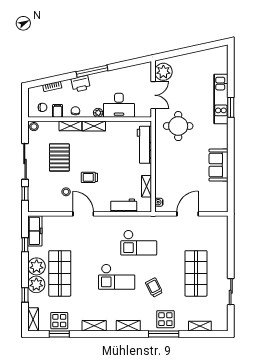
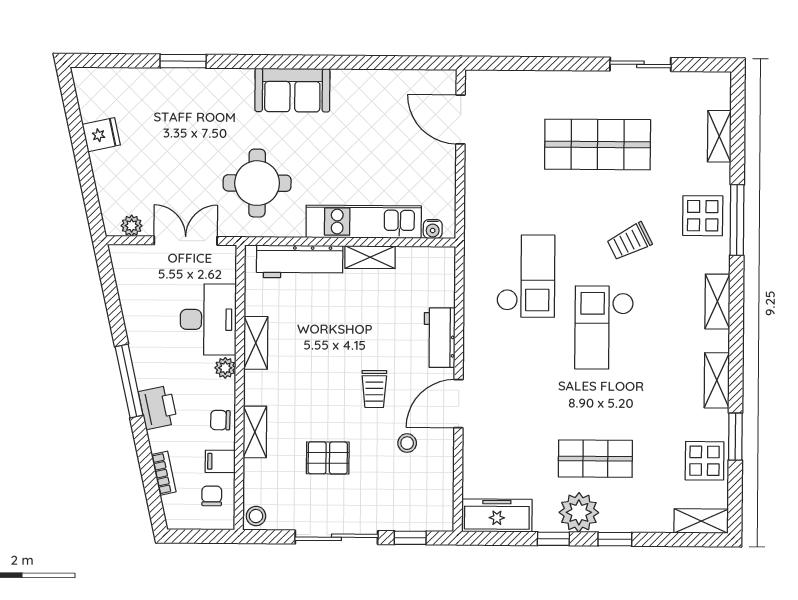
fridge: (199, 58) -> (101, 135), added
plant: (163, 72) -> (132, 226), width x0.53, depth x0.53
kitchen unit: (221, 99) -> (364, 222), moved, turned 180
window: (231, 107) -> (183, 61), moved
shelving: (94, 126) -> (256, 343), moved
pallet: (59, 157) -> (328, 458), width x0.67, depth x0.71
sofa: (219, 165) -> (292, 90), moved
shelving: (146, 186) -> (370, 257), moved
workbench: (124, 206) -> (440, 338), moved
door: (188, 214) -> (461, 119), moved
window: (25, 245) -> (553, 539), moved
shop shelf: (60, 273) -> (595, 459), width x0.70, depth x0.74
checkout: (117, 277) -> (604, 328), turned 180
plant: (36, 284) -> (620, 513), removed
window: (25, 295) -> (615, 539), moved
window: (59, 334) -> (735, 437), moved

